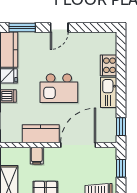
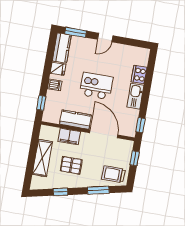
kitchen island: (59, 88) -> (96, 86), turned 180
door: (78, 145) -> (104, 134), hinge flipped
filing cabinet: (37, 156) -> (69, 136), width x2.00

